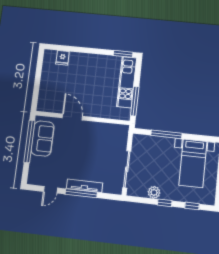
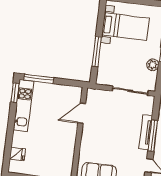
kitchen unit: (127, 82) -> (23, 105), moved, turned -90
window: (135, 101) -> (39, 79), moved
door: (72, 117) -> (82, 113), moved

